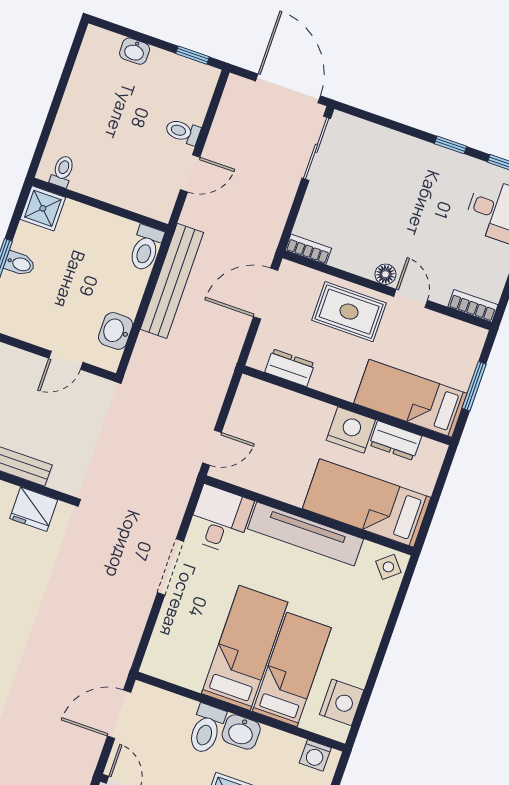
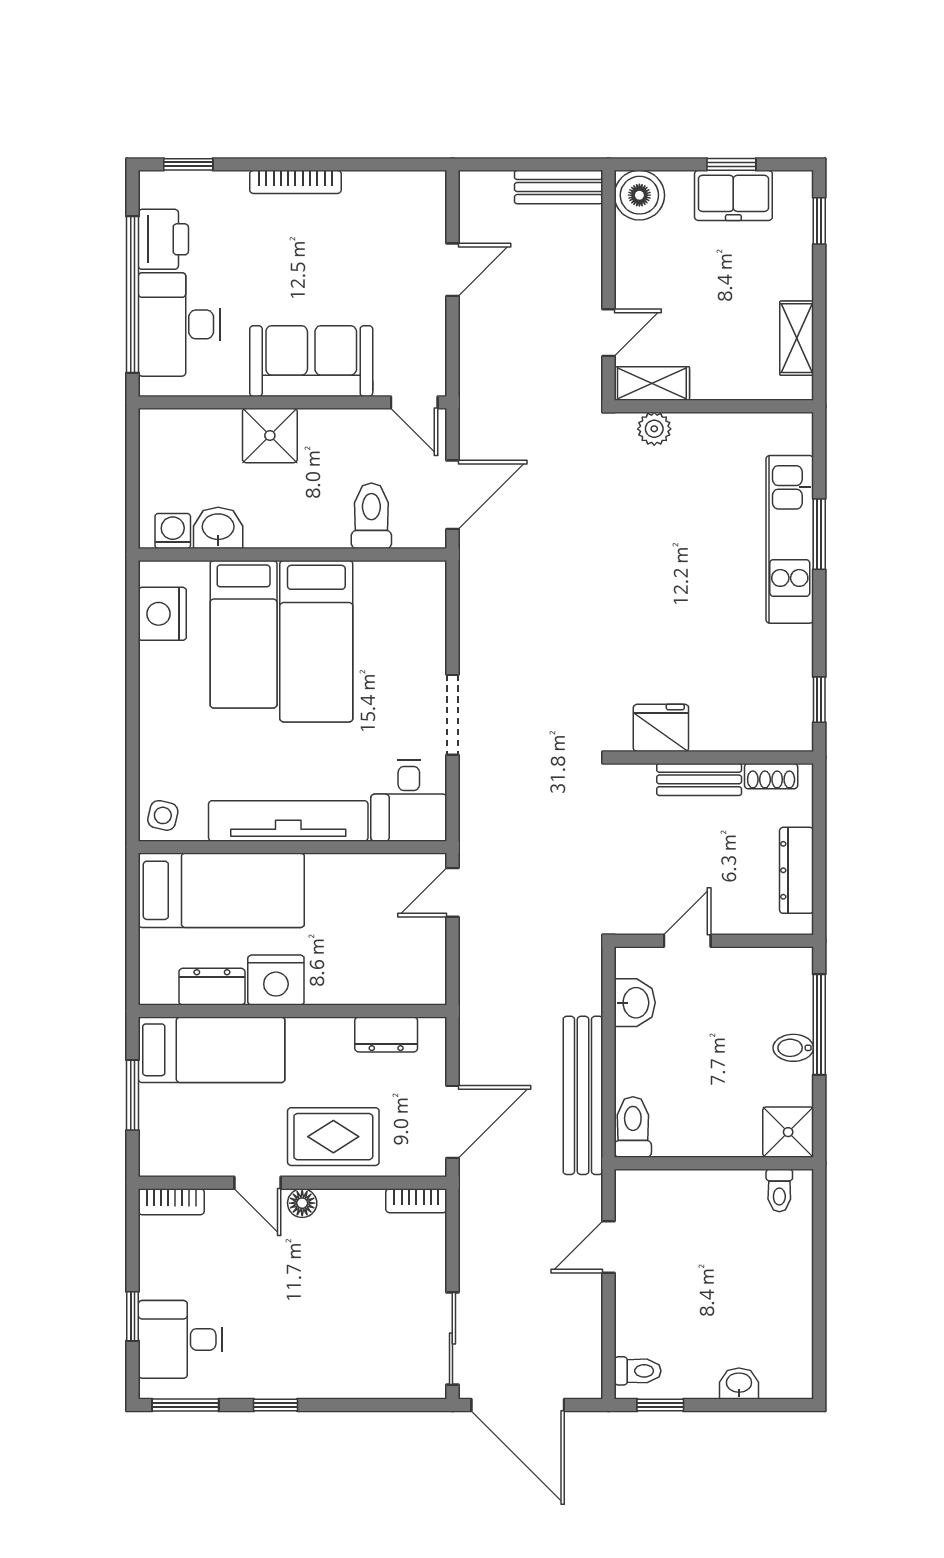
toilet: (183, 132) -> (638, 1371), moved
side table: (388, 567) -> (163, 815), turned -37
toilet: (206, 729) -> (371, 516), moved
washbasin: (241, 732) -> (218, 528), moved

